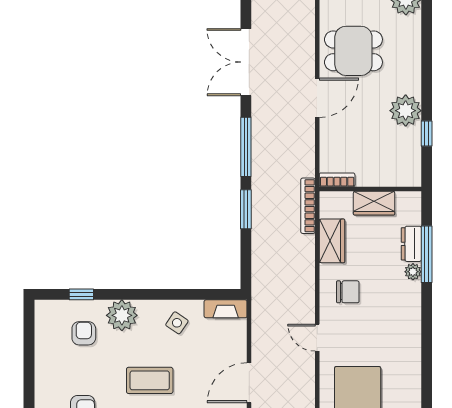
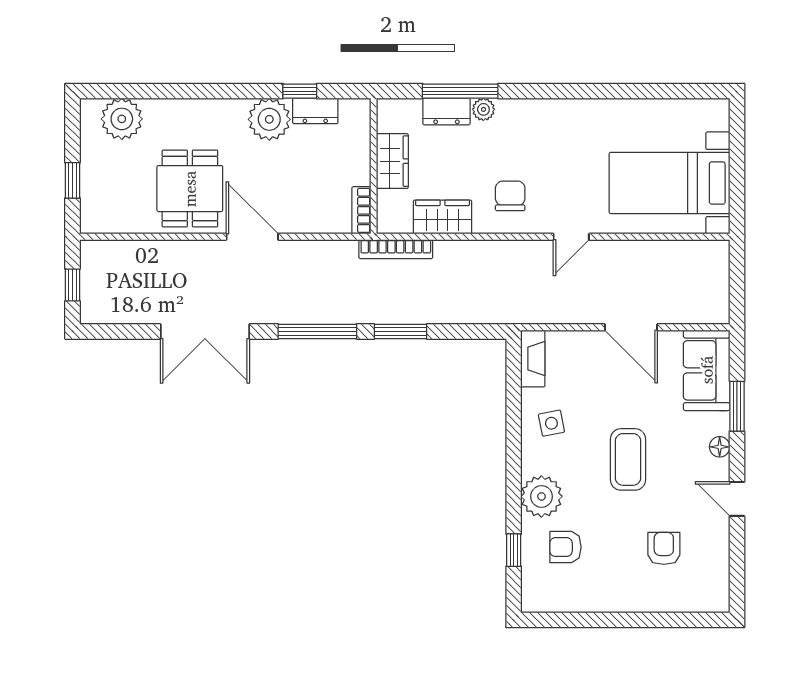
dresser: (412, 145) -> (315, 111), added
side table: (177, 323) -> (551, 423), turned 45

